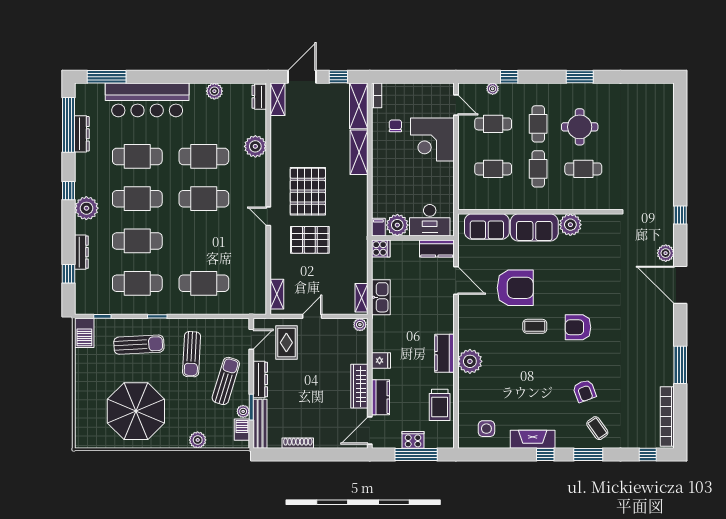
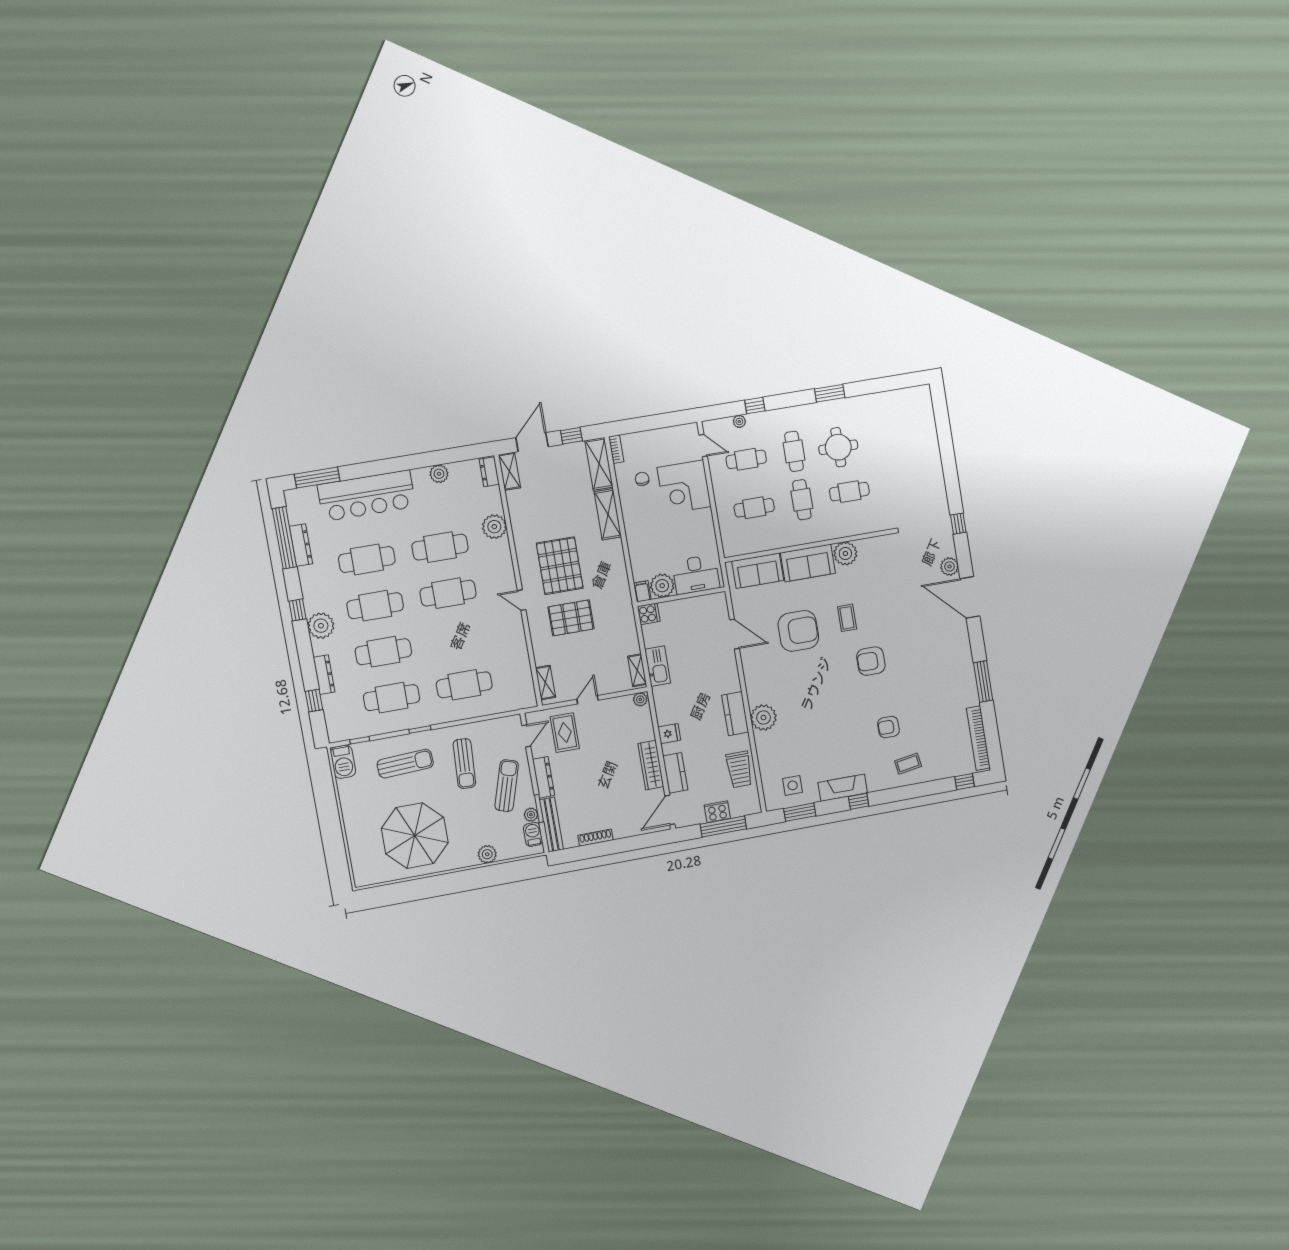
kitchen counter: (437, 248) -> (708, 603), removed
coffee table: (535, 326) -> (847, 618), moved, turned 90
armchair: (584, 391) -> (888, 727), turned 110
coffee table: (597, 428) -> (908, 764), turned -64
window: (588, 455) -> (800, 812), moved

